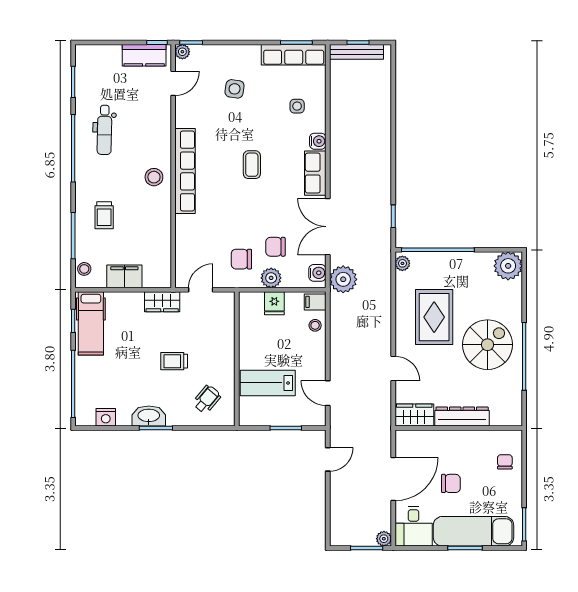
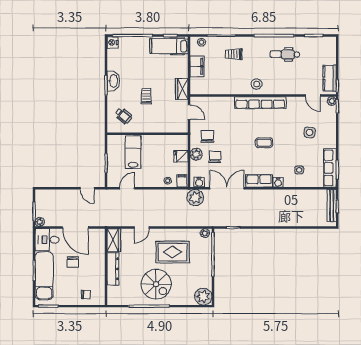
nightstand: (106, 417) -> (112, 42), moved

